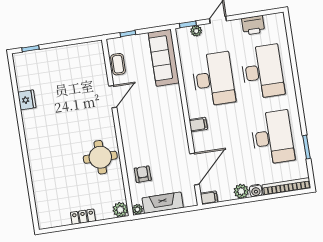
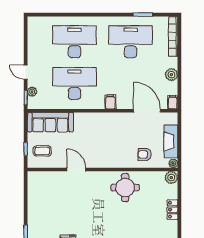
printer: (253, 25) -> (35, 43), removed
coffee table: (118, 64) -> (42, 151), moved
water cooler: (256, 191) -> (173, 62), removed

